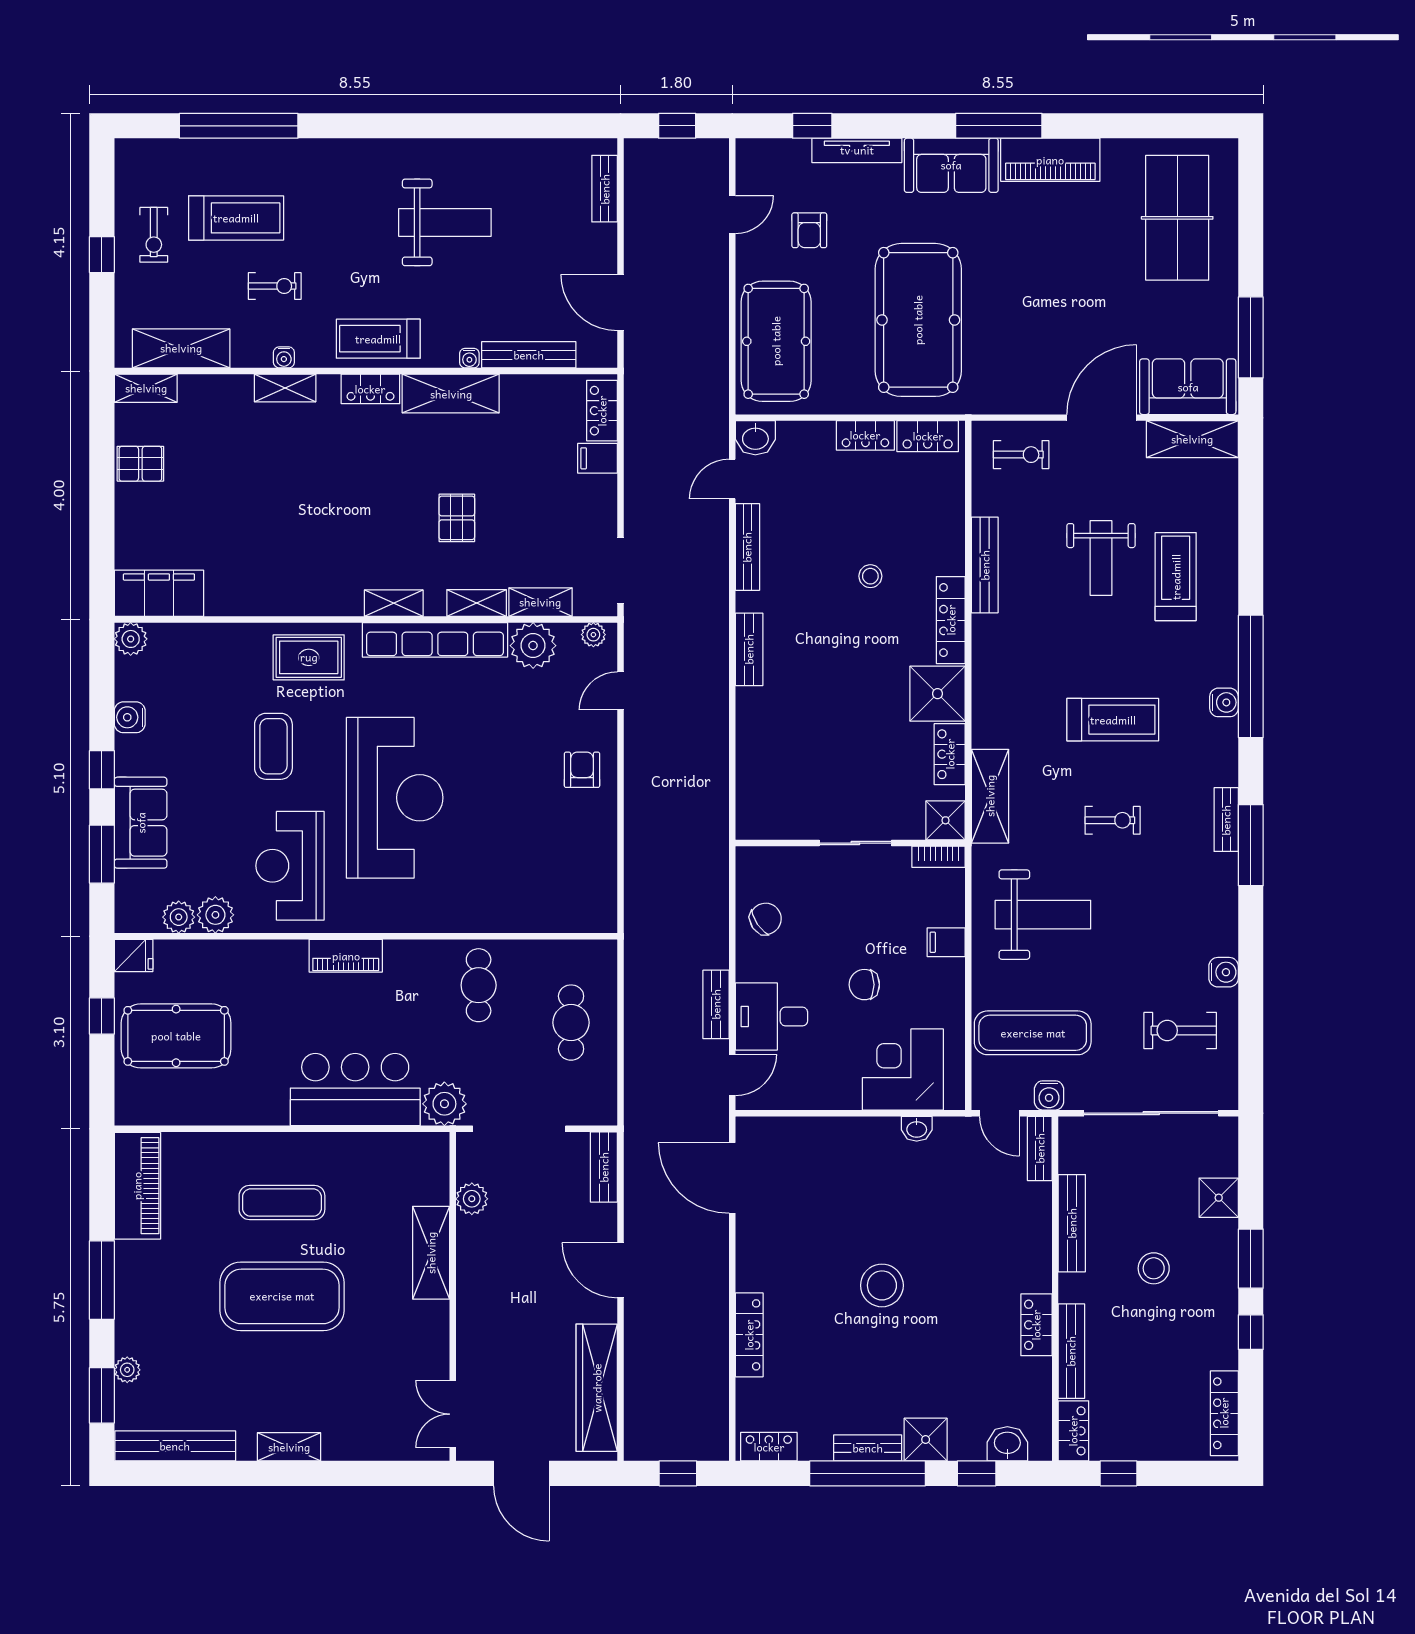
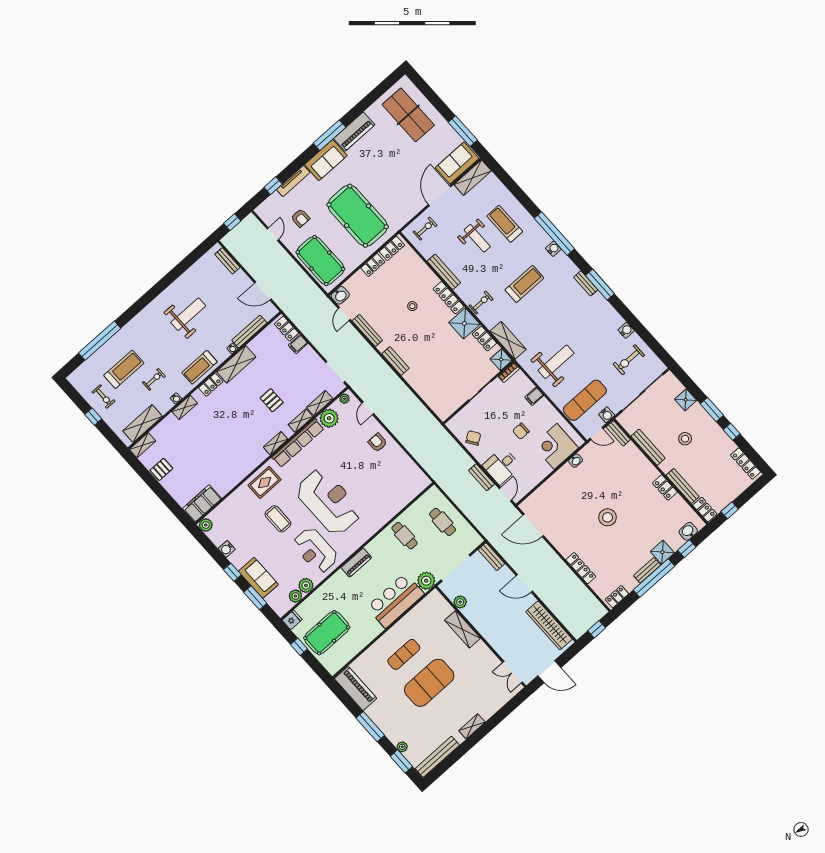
exercise bike: (1113, 820) -> (481, 303), moved

